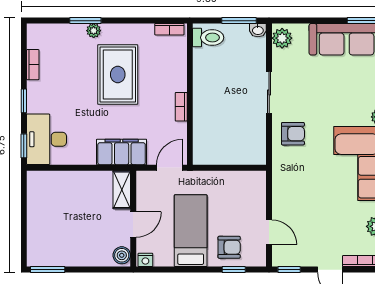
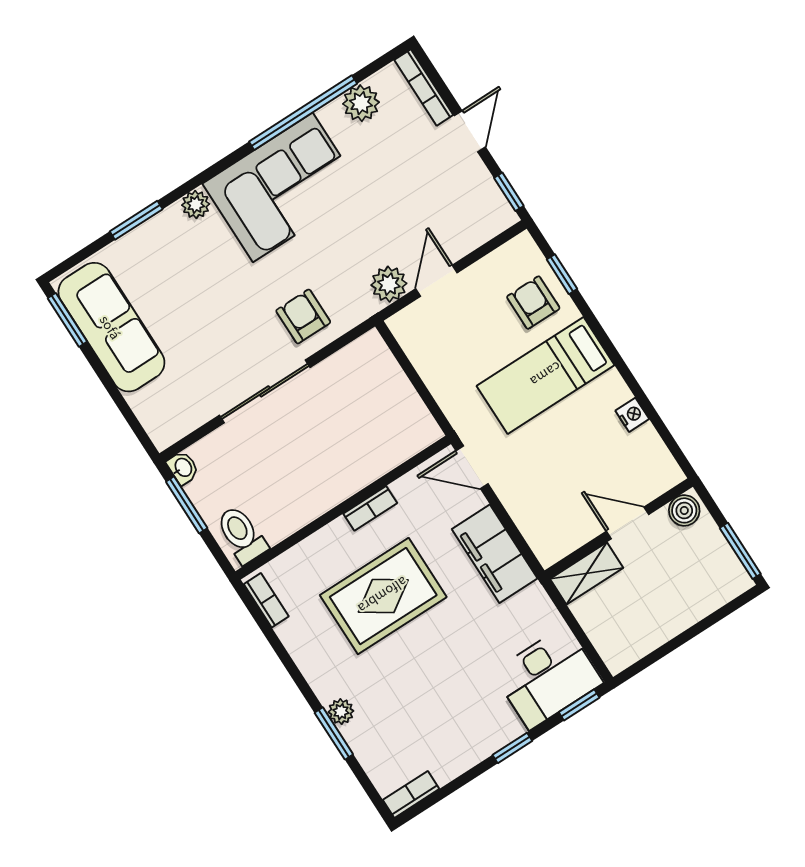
plant: (282, 38) -> (389, 284), moved
bookcase: (33, 65) -> (411, 794), moved
rug: (118, 75) -> (383, 596), moved
sliding door: (269, 92) -> (265, 391), width x1.37
shelving: (122, 190) -> (587, 573), moved
wall: (133, 219) -> (619, 529), moved
door: (133, 225) -> (627, 523), moved
door: (269, 232) -> (436, 281), moved
boiler: (122, 255) -> (684, 510), moved

